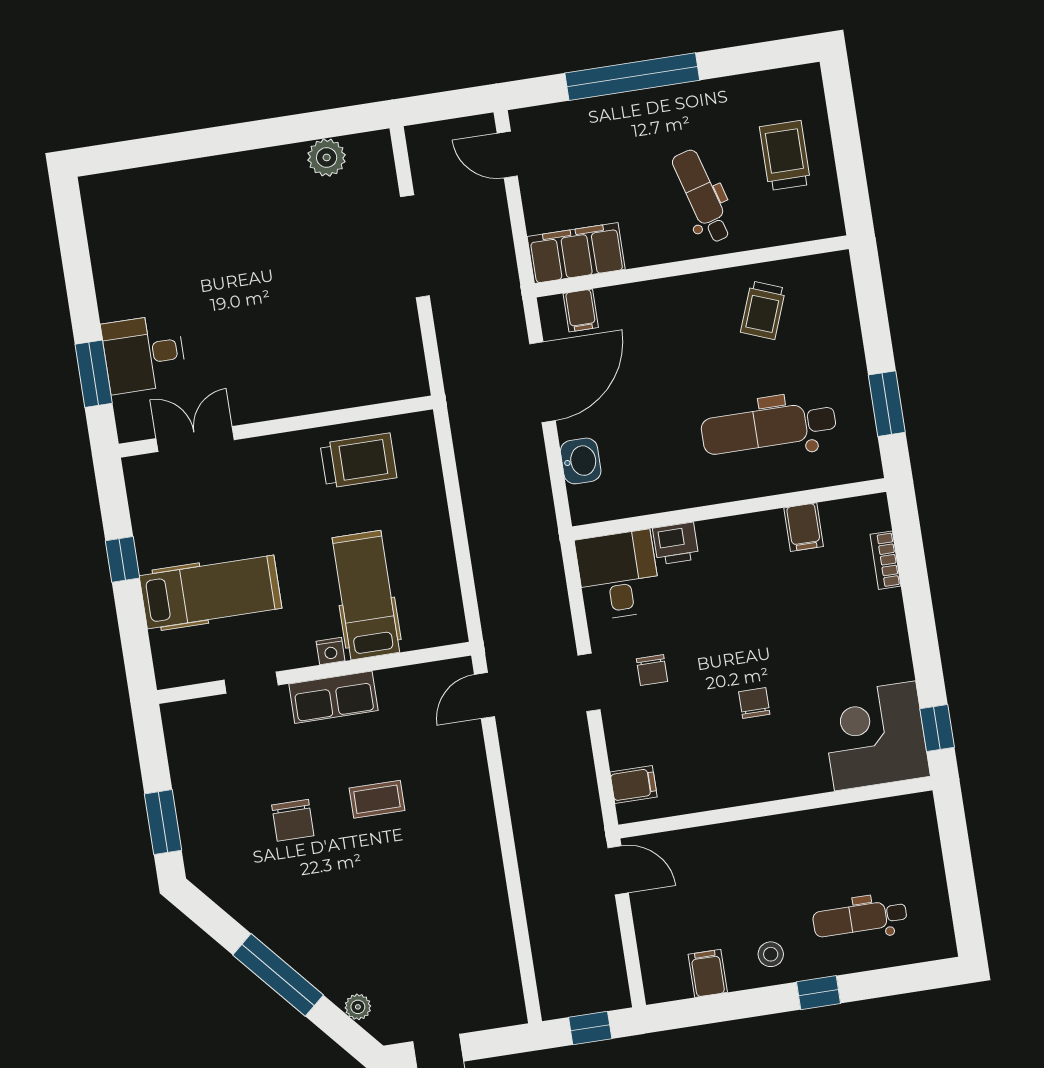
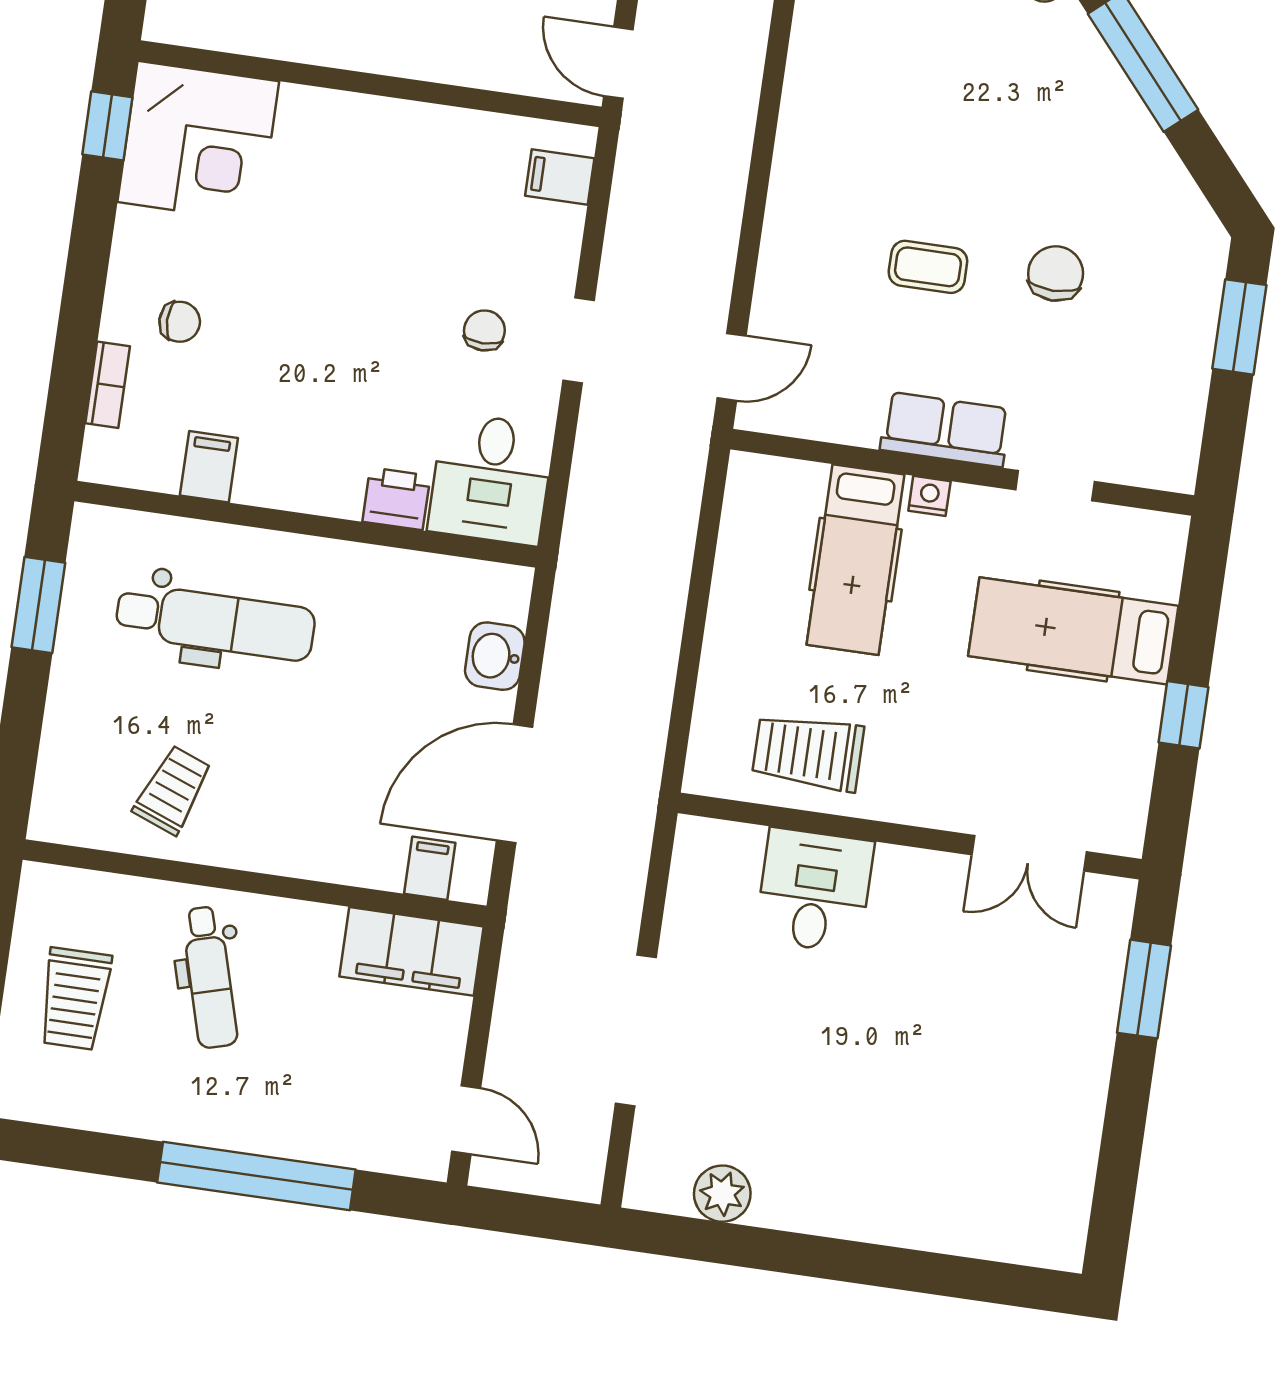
desk: (144, 354) -> (814, 891), moved, turned -90
chair: (754, 703) -> (180, 322), moved, turned -90

